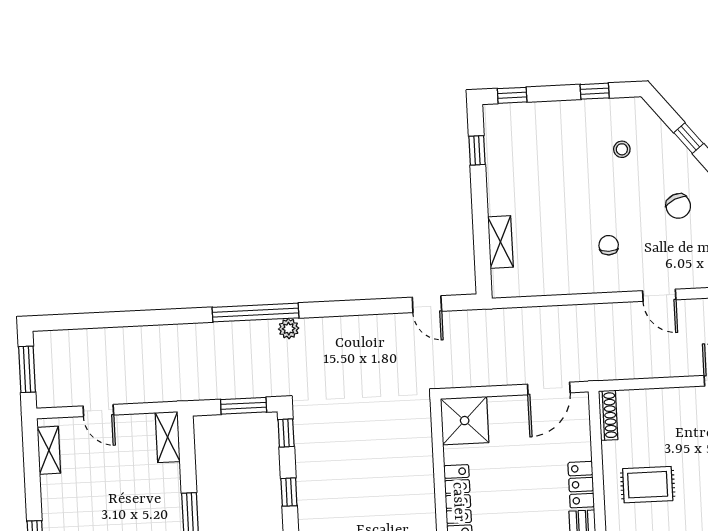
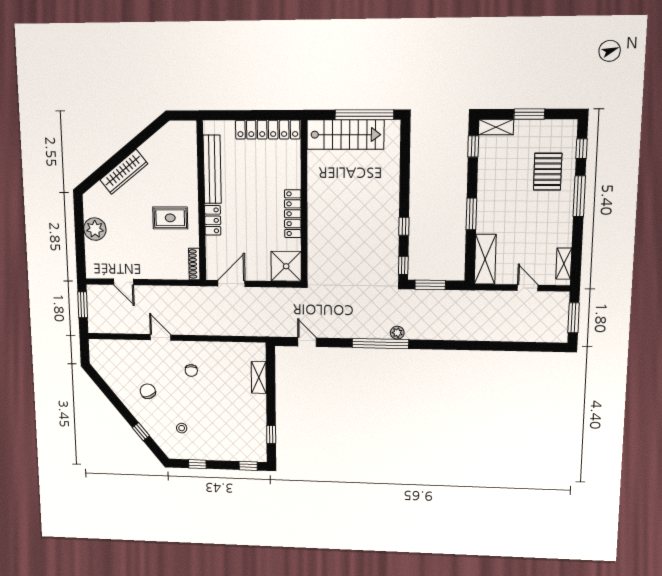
window: (256, 313) -> (380, 344), moved
shelving: (168, 437) -> (485, 259), width x1.50, depth x1.33

